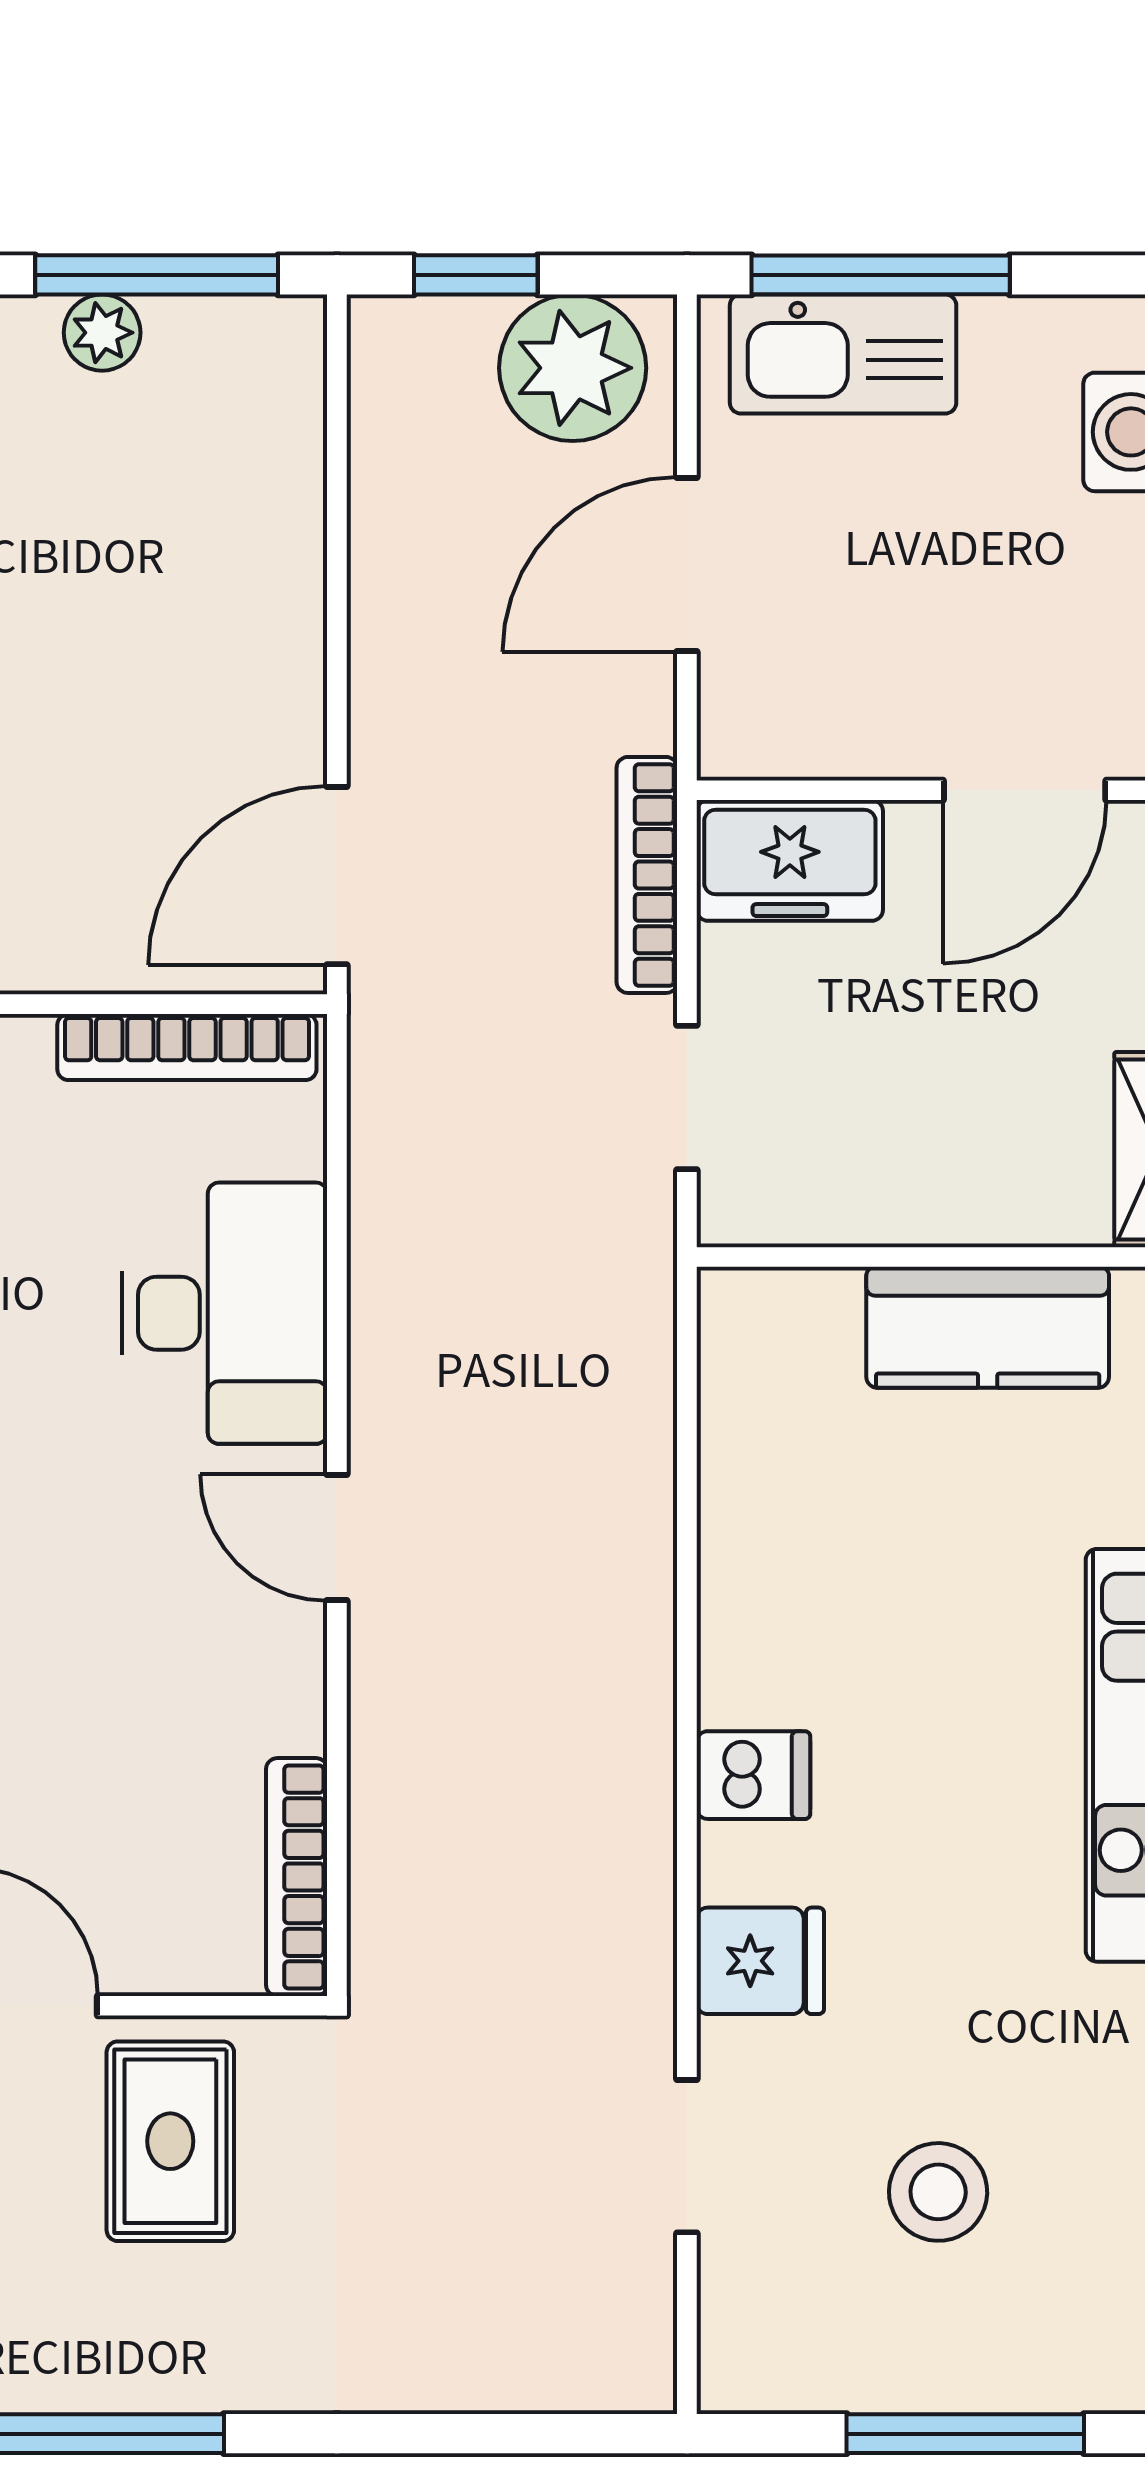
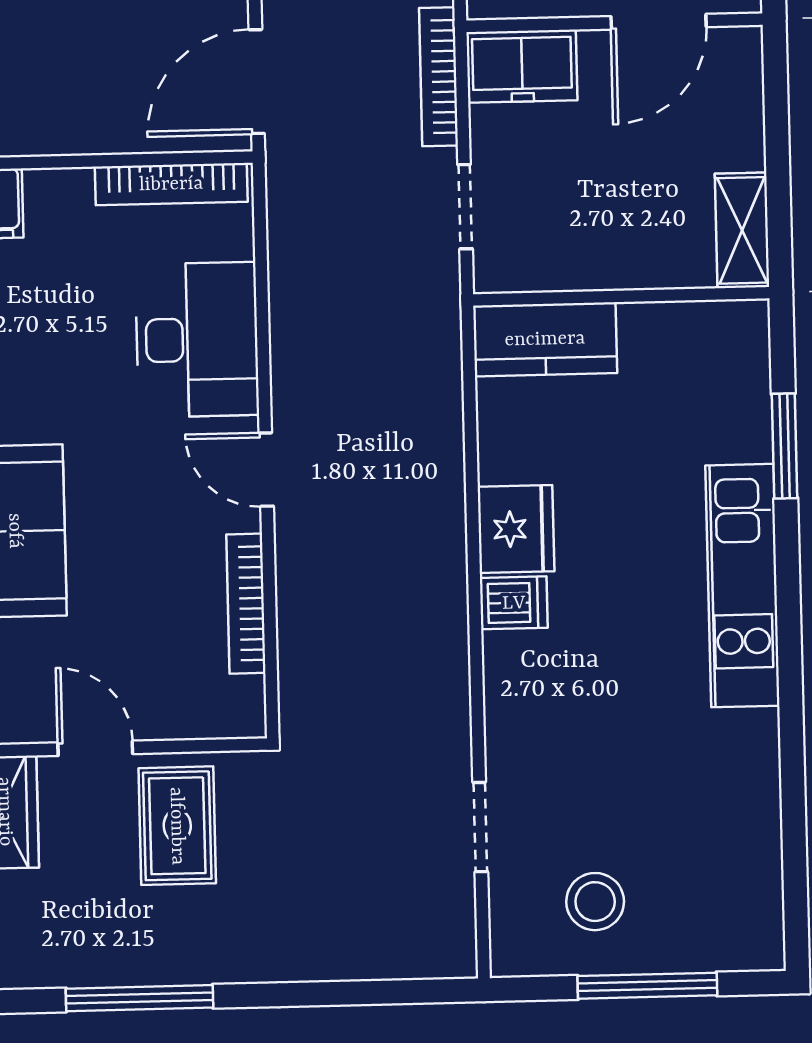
kitchen counter: (988, 1327) -> (545, 339), moved
bookcase: (297, 1877) -> (246, 604), moved
fridge: (760, 1961) -> (516, 529), moved, width x1.38
stool: (938, 2192) -> (595, 902), moved

